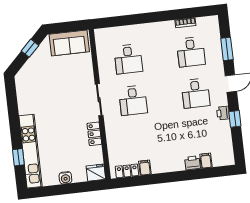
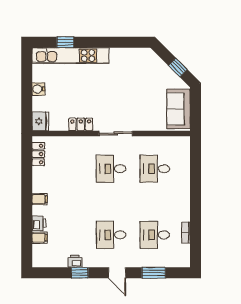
printer: (223, 113) -> (75, 261), moved
filing cabinet: (145, 168) -> (40, 199), moved

